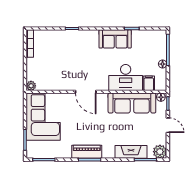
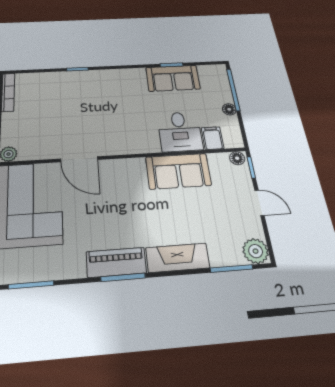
sofa: (115, 39) -> (173, 78), moved
desk: (126, 77) -> (180, 131), width x0.73
door: (86, 92) -> (79, 159), moved
sofa: (132, 103) -> (178, 171), width x0.73
fireplace: (131, 152) -> (178, 258), moved

